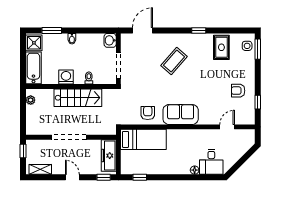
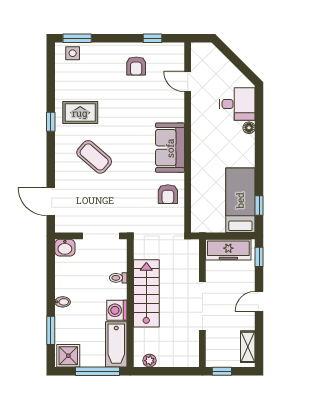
rug: (221, 47) -> (80, 113), moved
window: (23, 63) -> (97, 371), added
bathtub: (33, 68) -> (116, 344), moved, turned -90
armchair: (148, 113) -> (168, 194), turned -90
bed: (143, 139) -> (240, 200), moved

